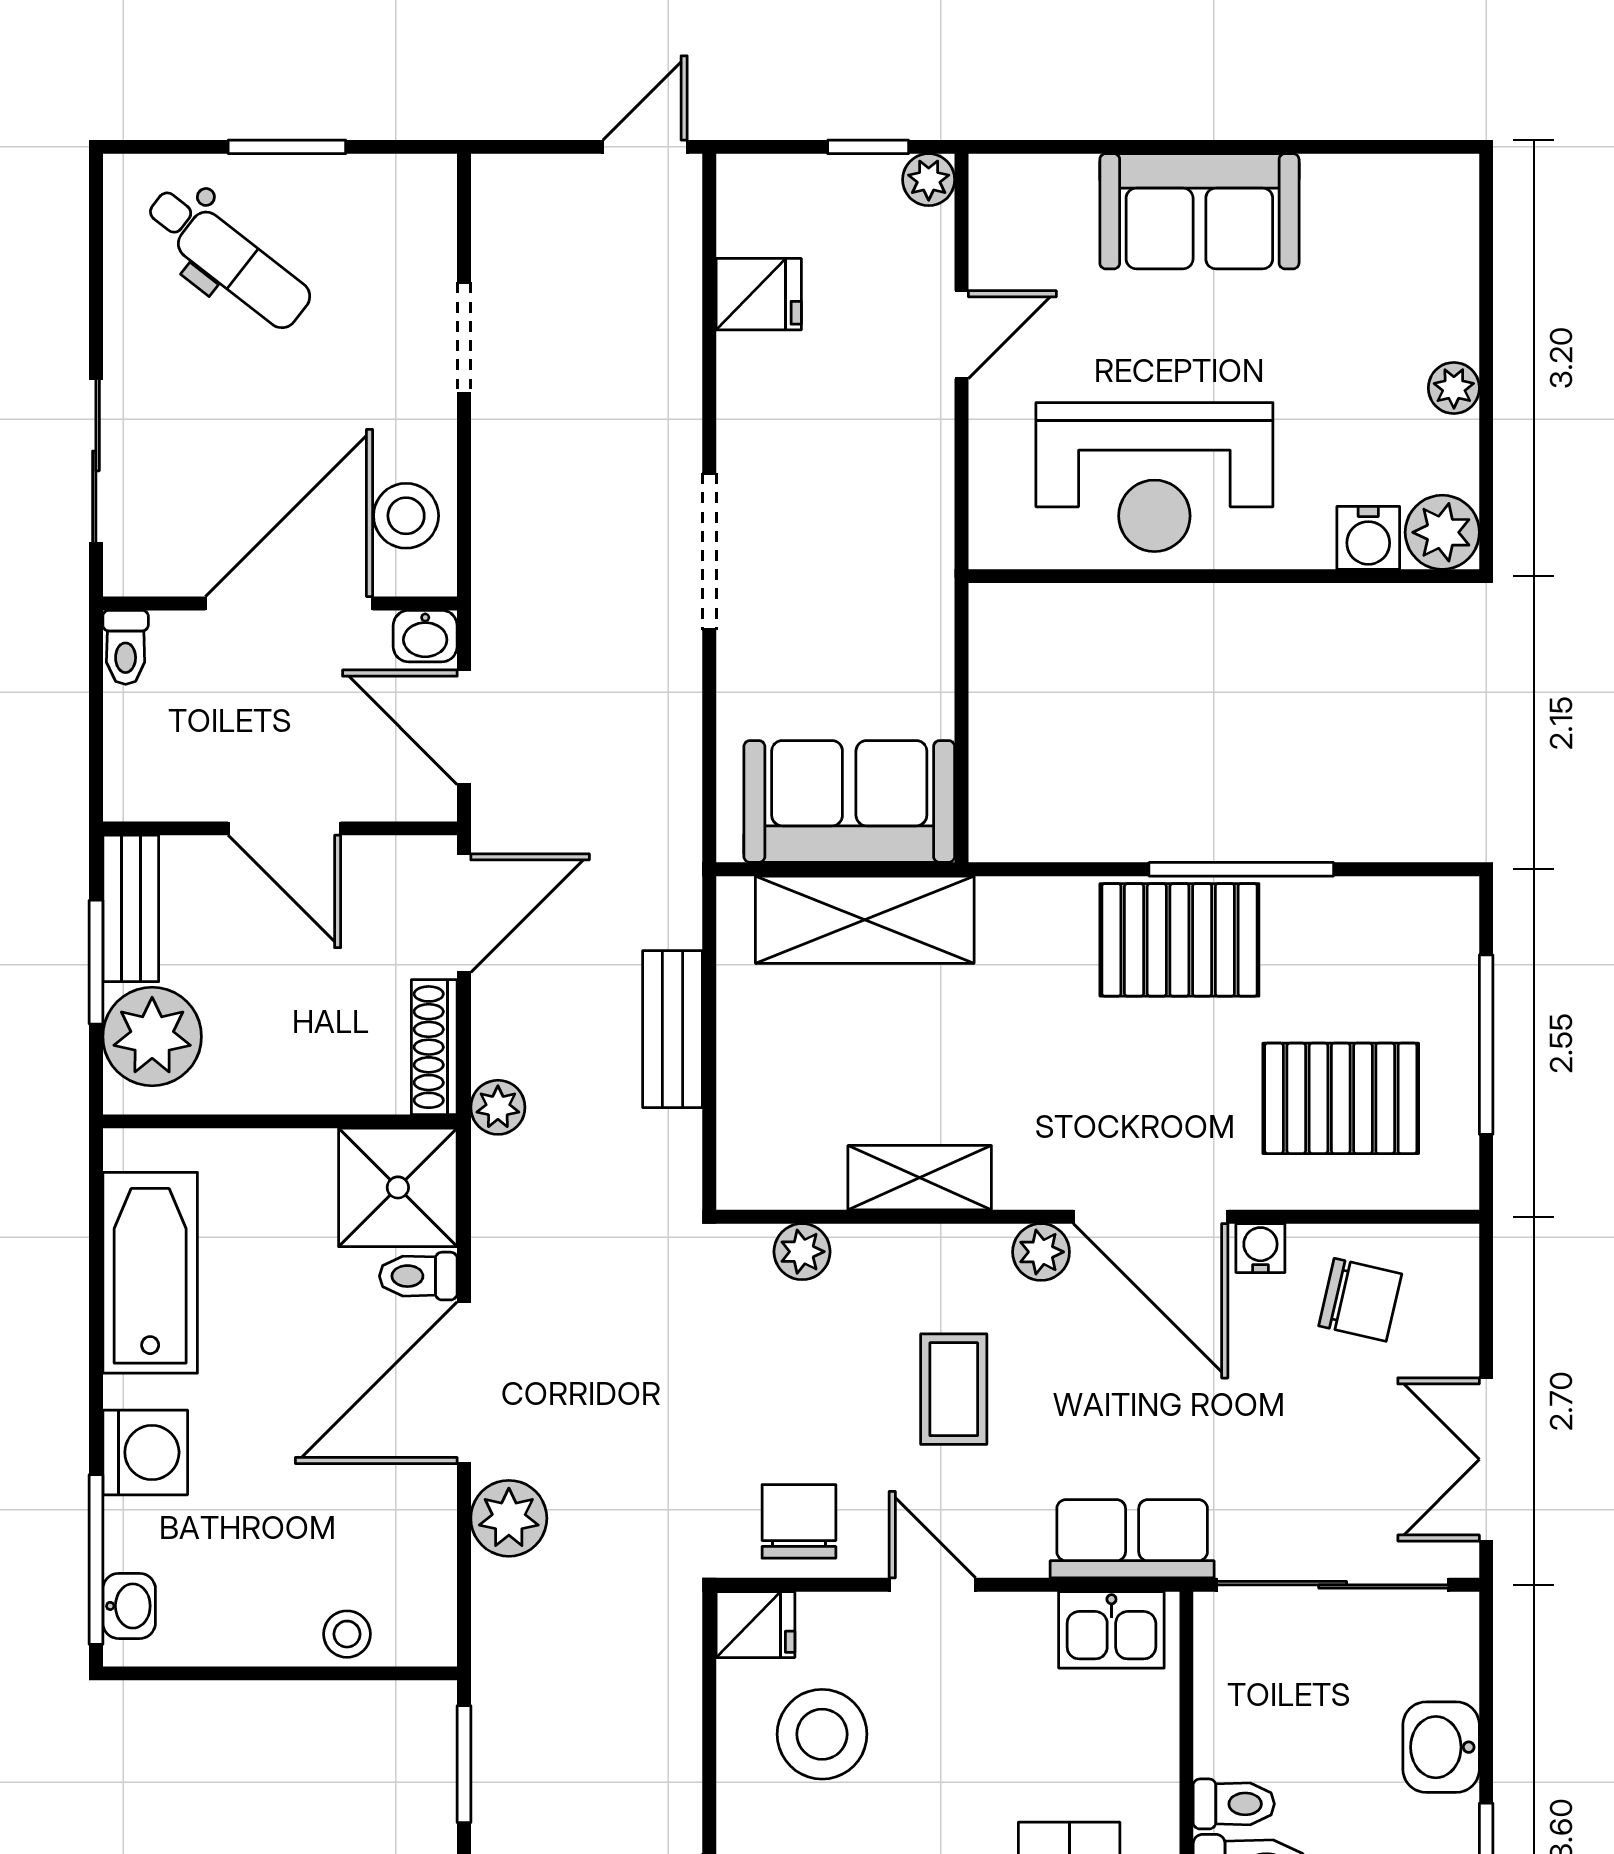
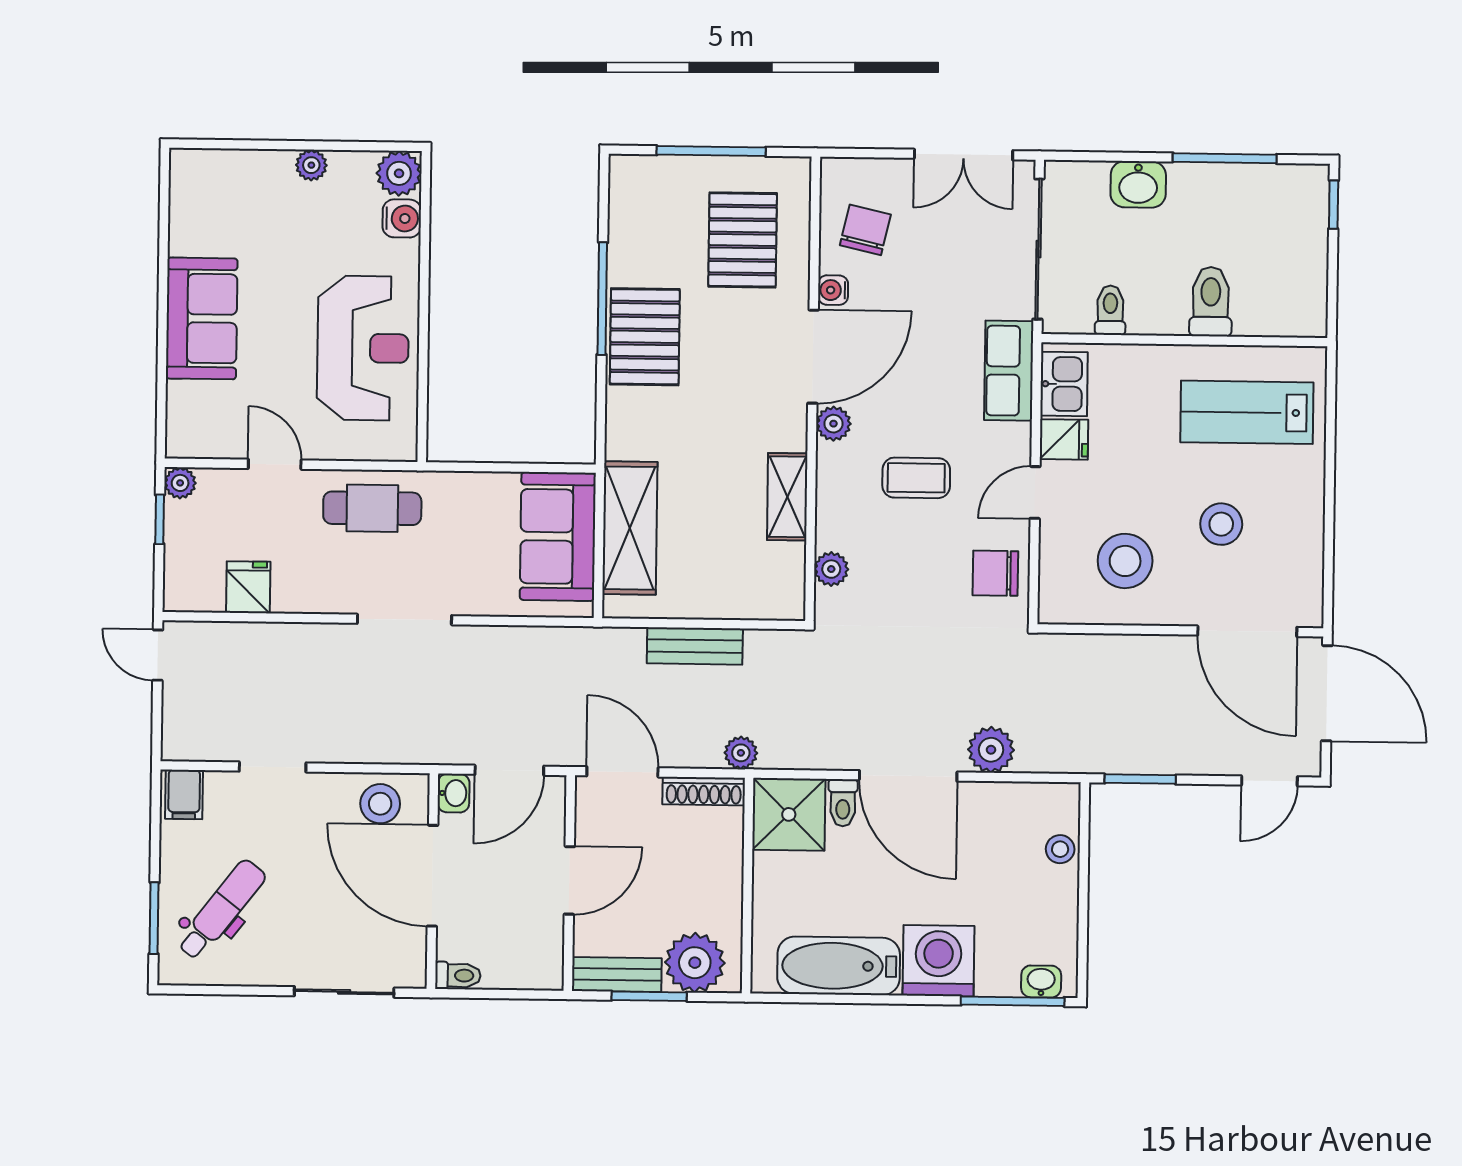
window: (287, 147) -> (154, 918), moved
filing cabinet: (417, 193) -> (184, 795), added
cafe table: (891, 496) -> (372, 508), added
washing machine: (145, 1452) -> (938, 961), width x1.37, depth x1.37
fridge: (755, 1625) -> (1064, 439), moved, turned 90
toilet: (1234, 1804) -> (1110, 310), moved

